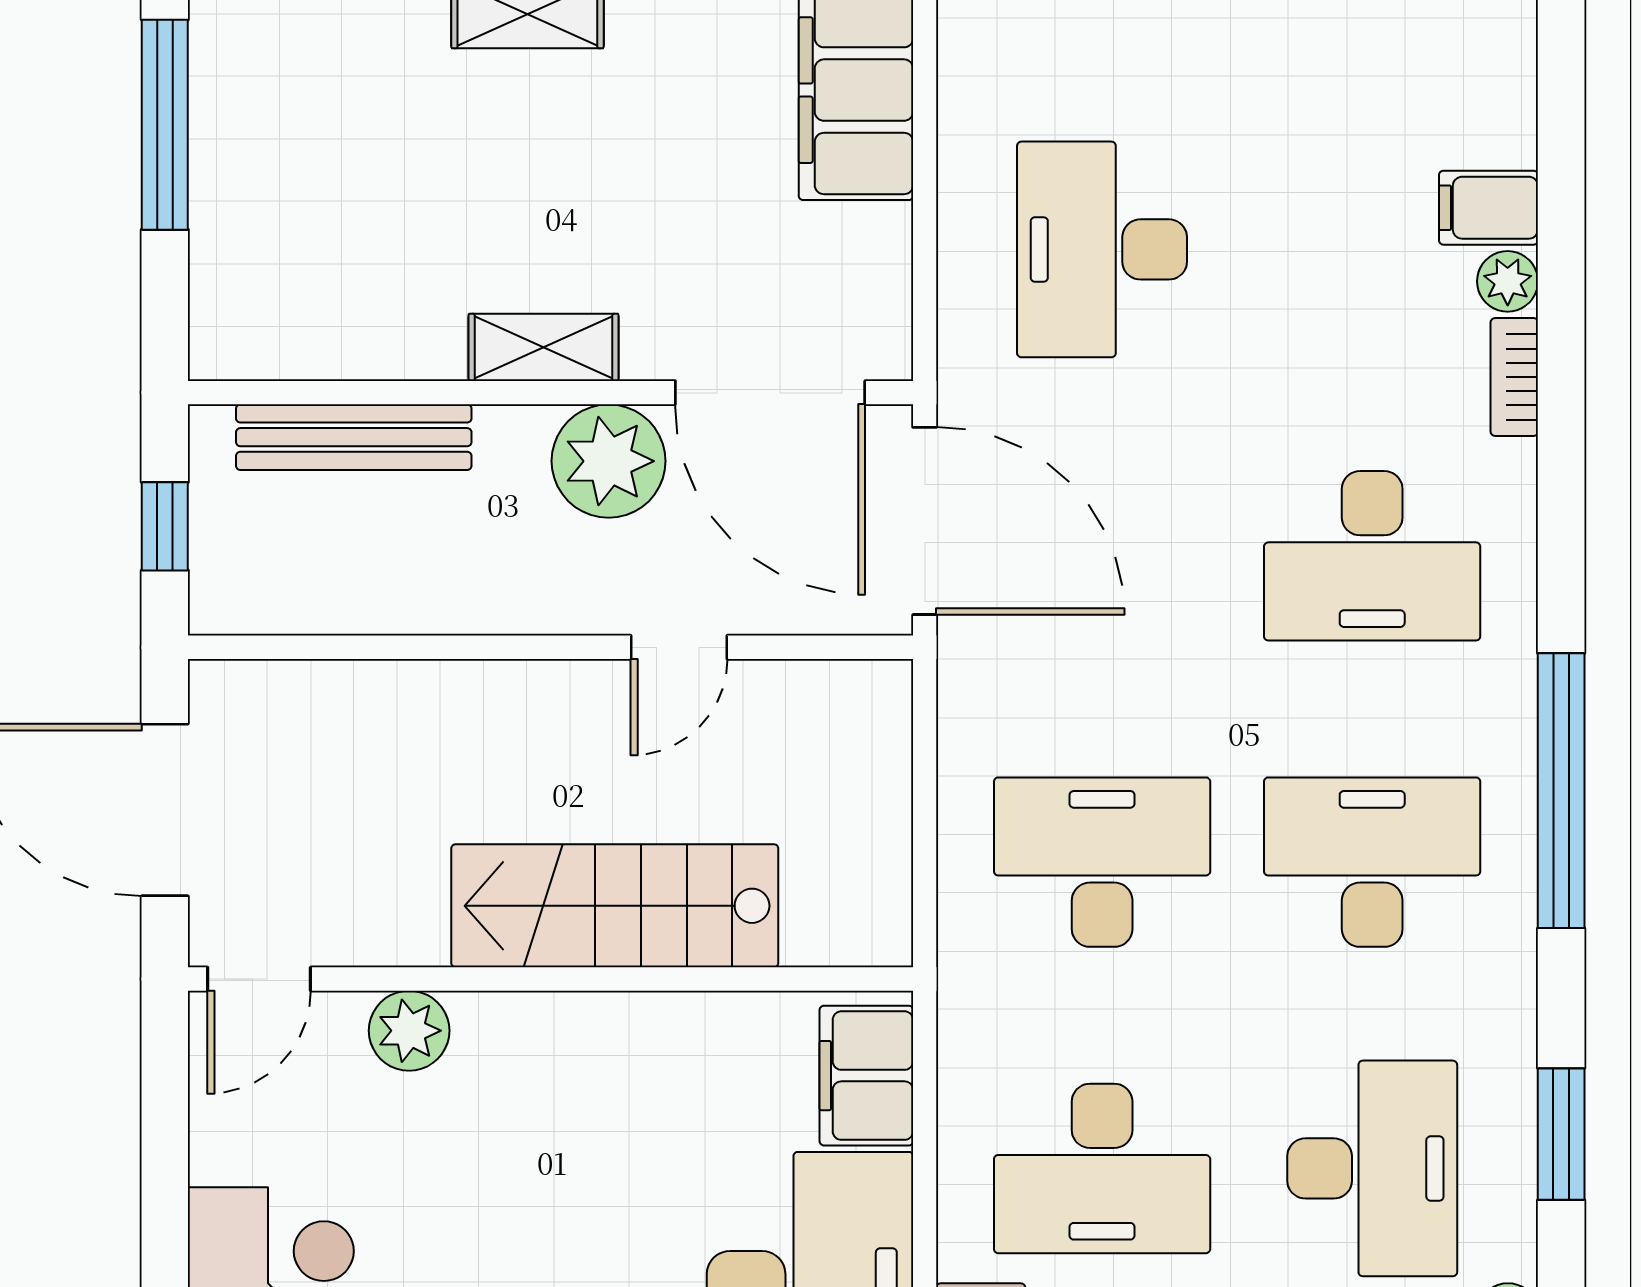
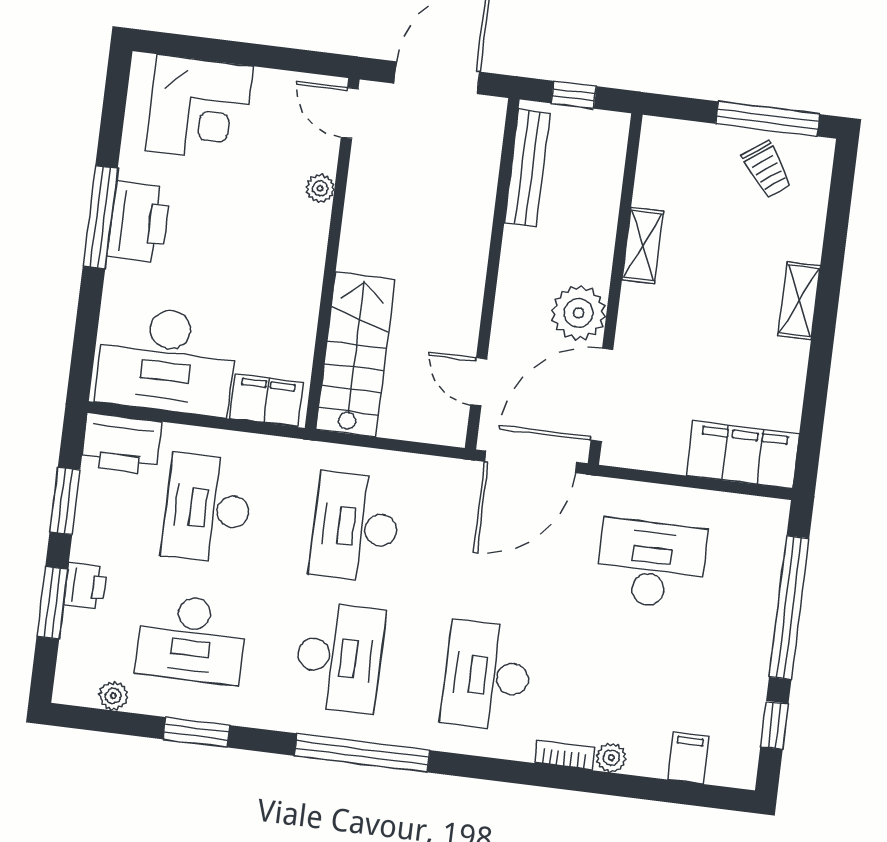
trolley: (268, 113) -> (767, 169), added
filing cabinet: (1489, 208) -> (688, 758), moved
shelving: (544, 347) -> (643, 245), moved
bench: (354, 437) -> (527, 168), moved
door: (679, 647) -> (479, 382), moved
desk: (1102, 862) -> (355, 527), turned 180
stairs: (615, 906) -> (355, 354), moved
plant: (409, 1031) -> (320, 188), width x0.73, depth x0.73

